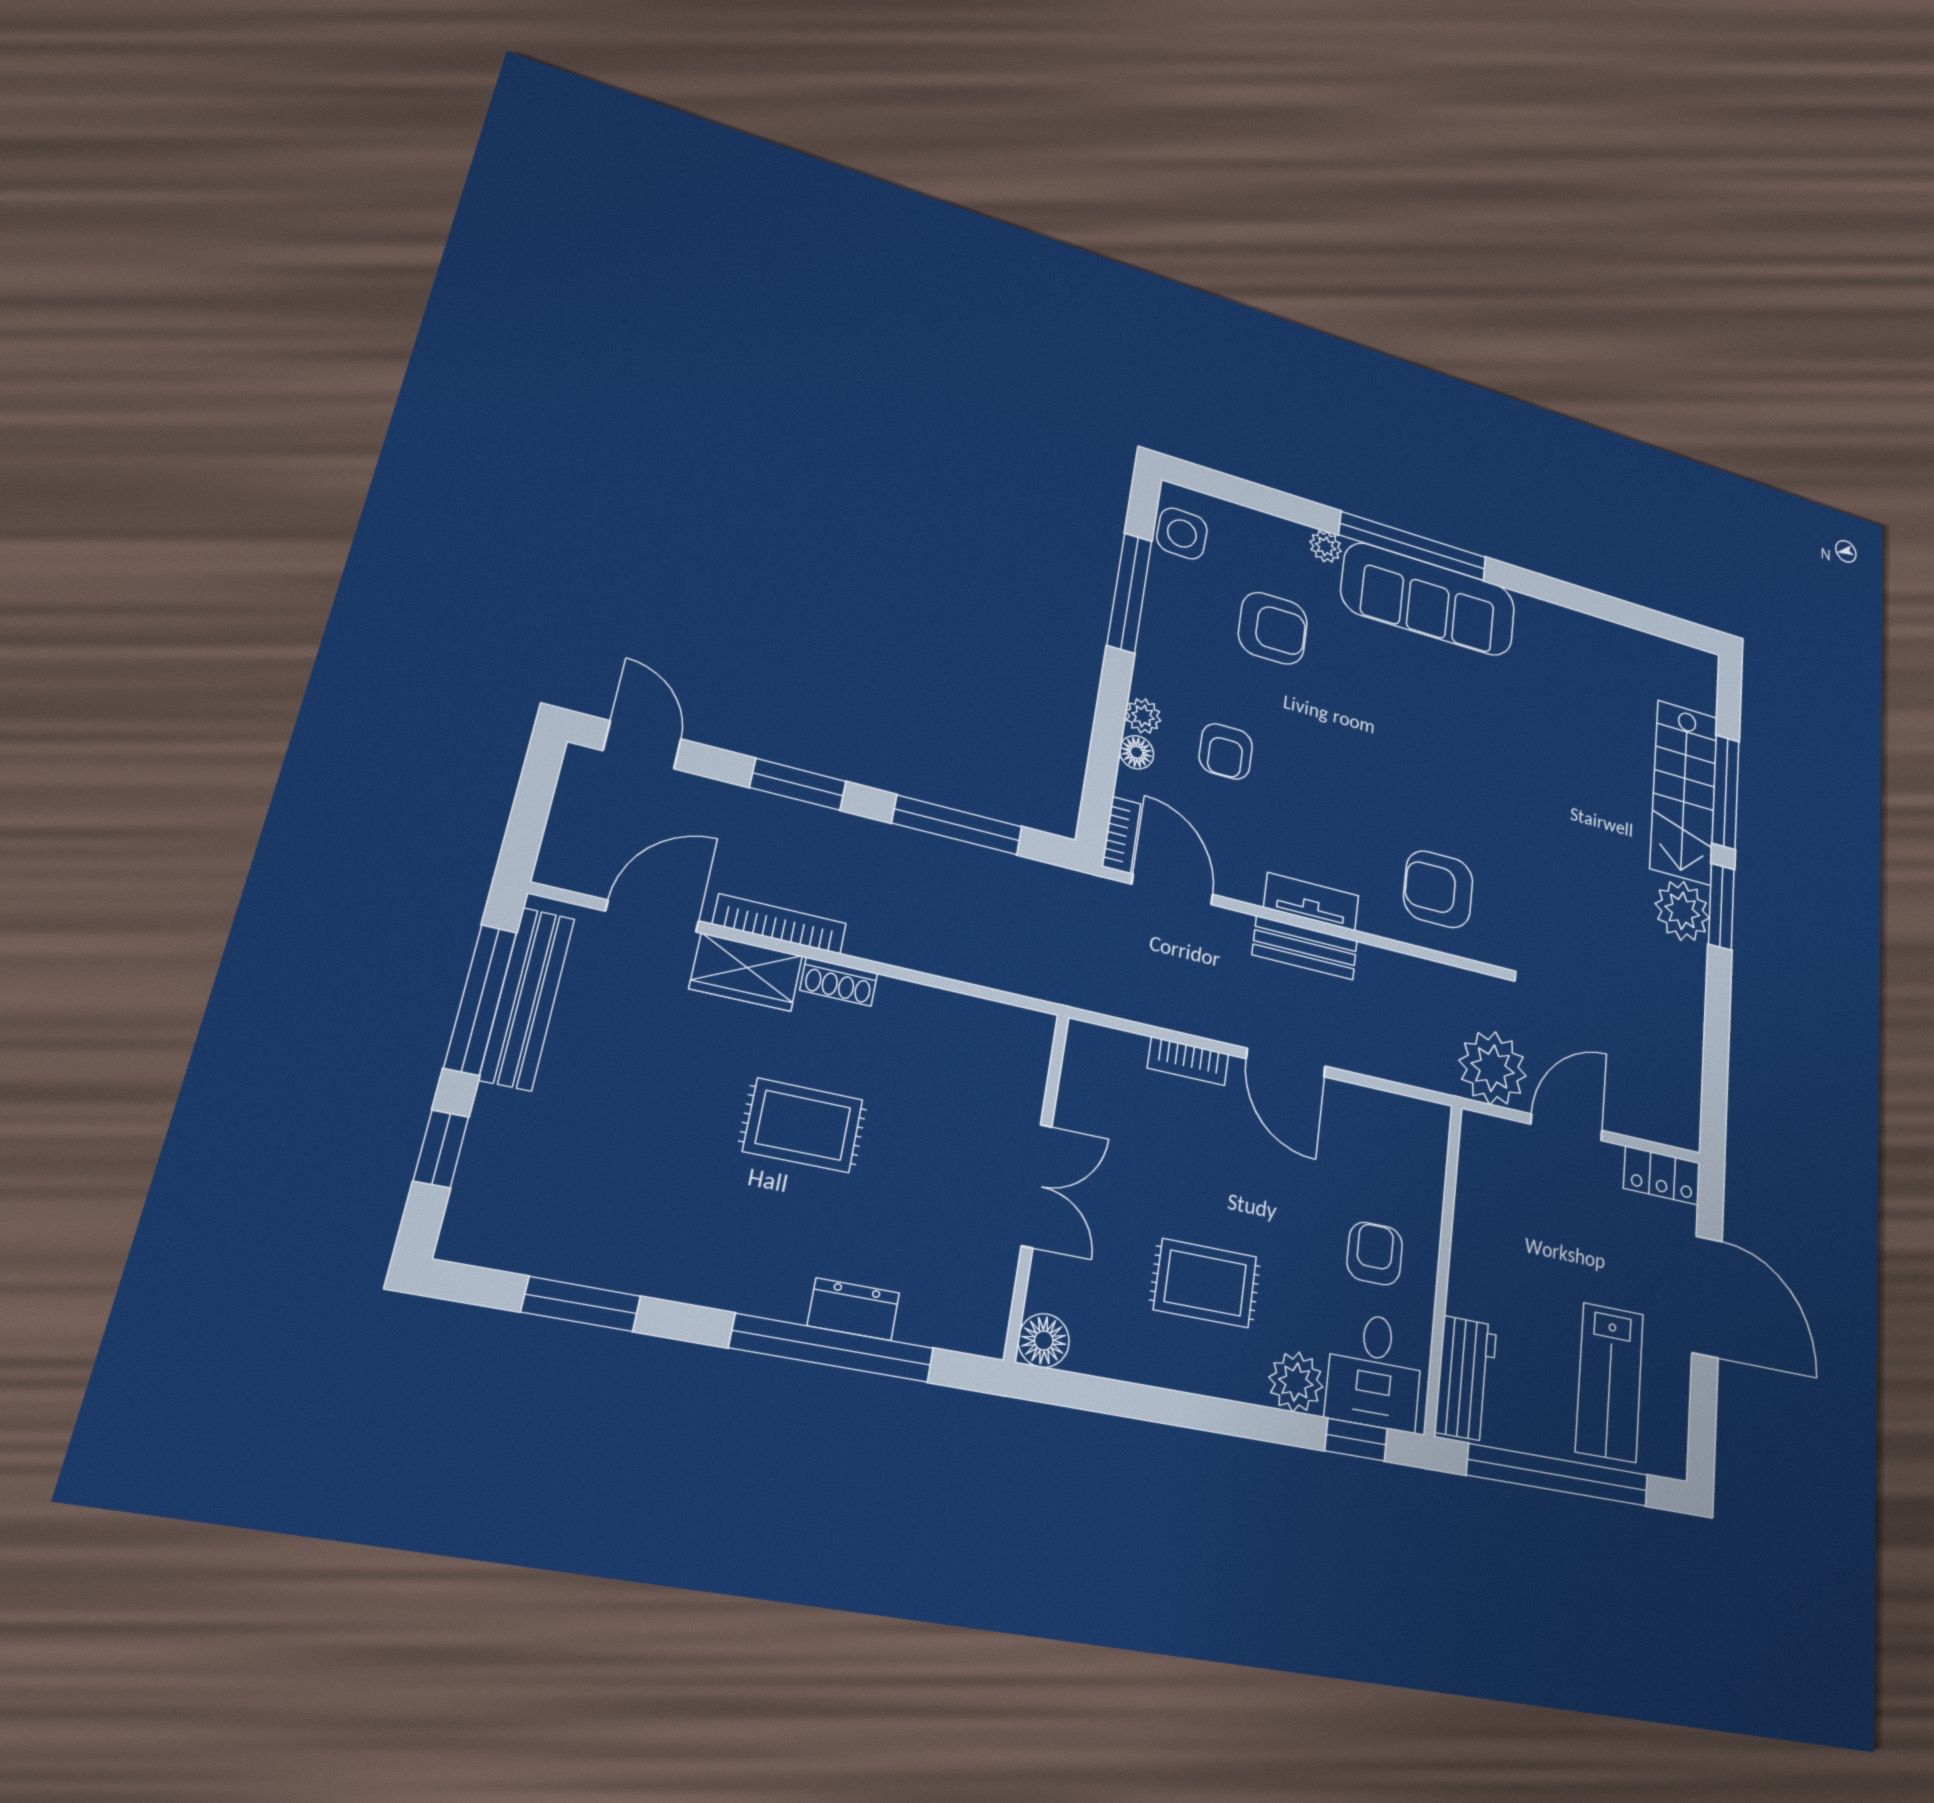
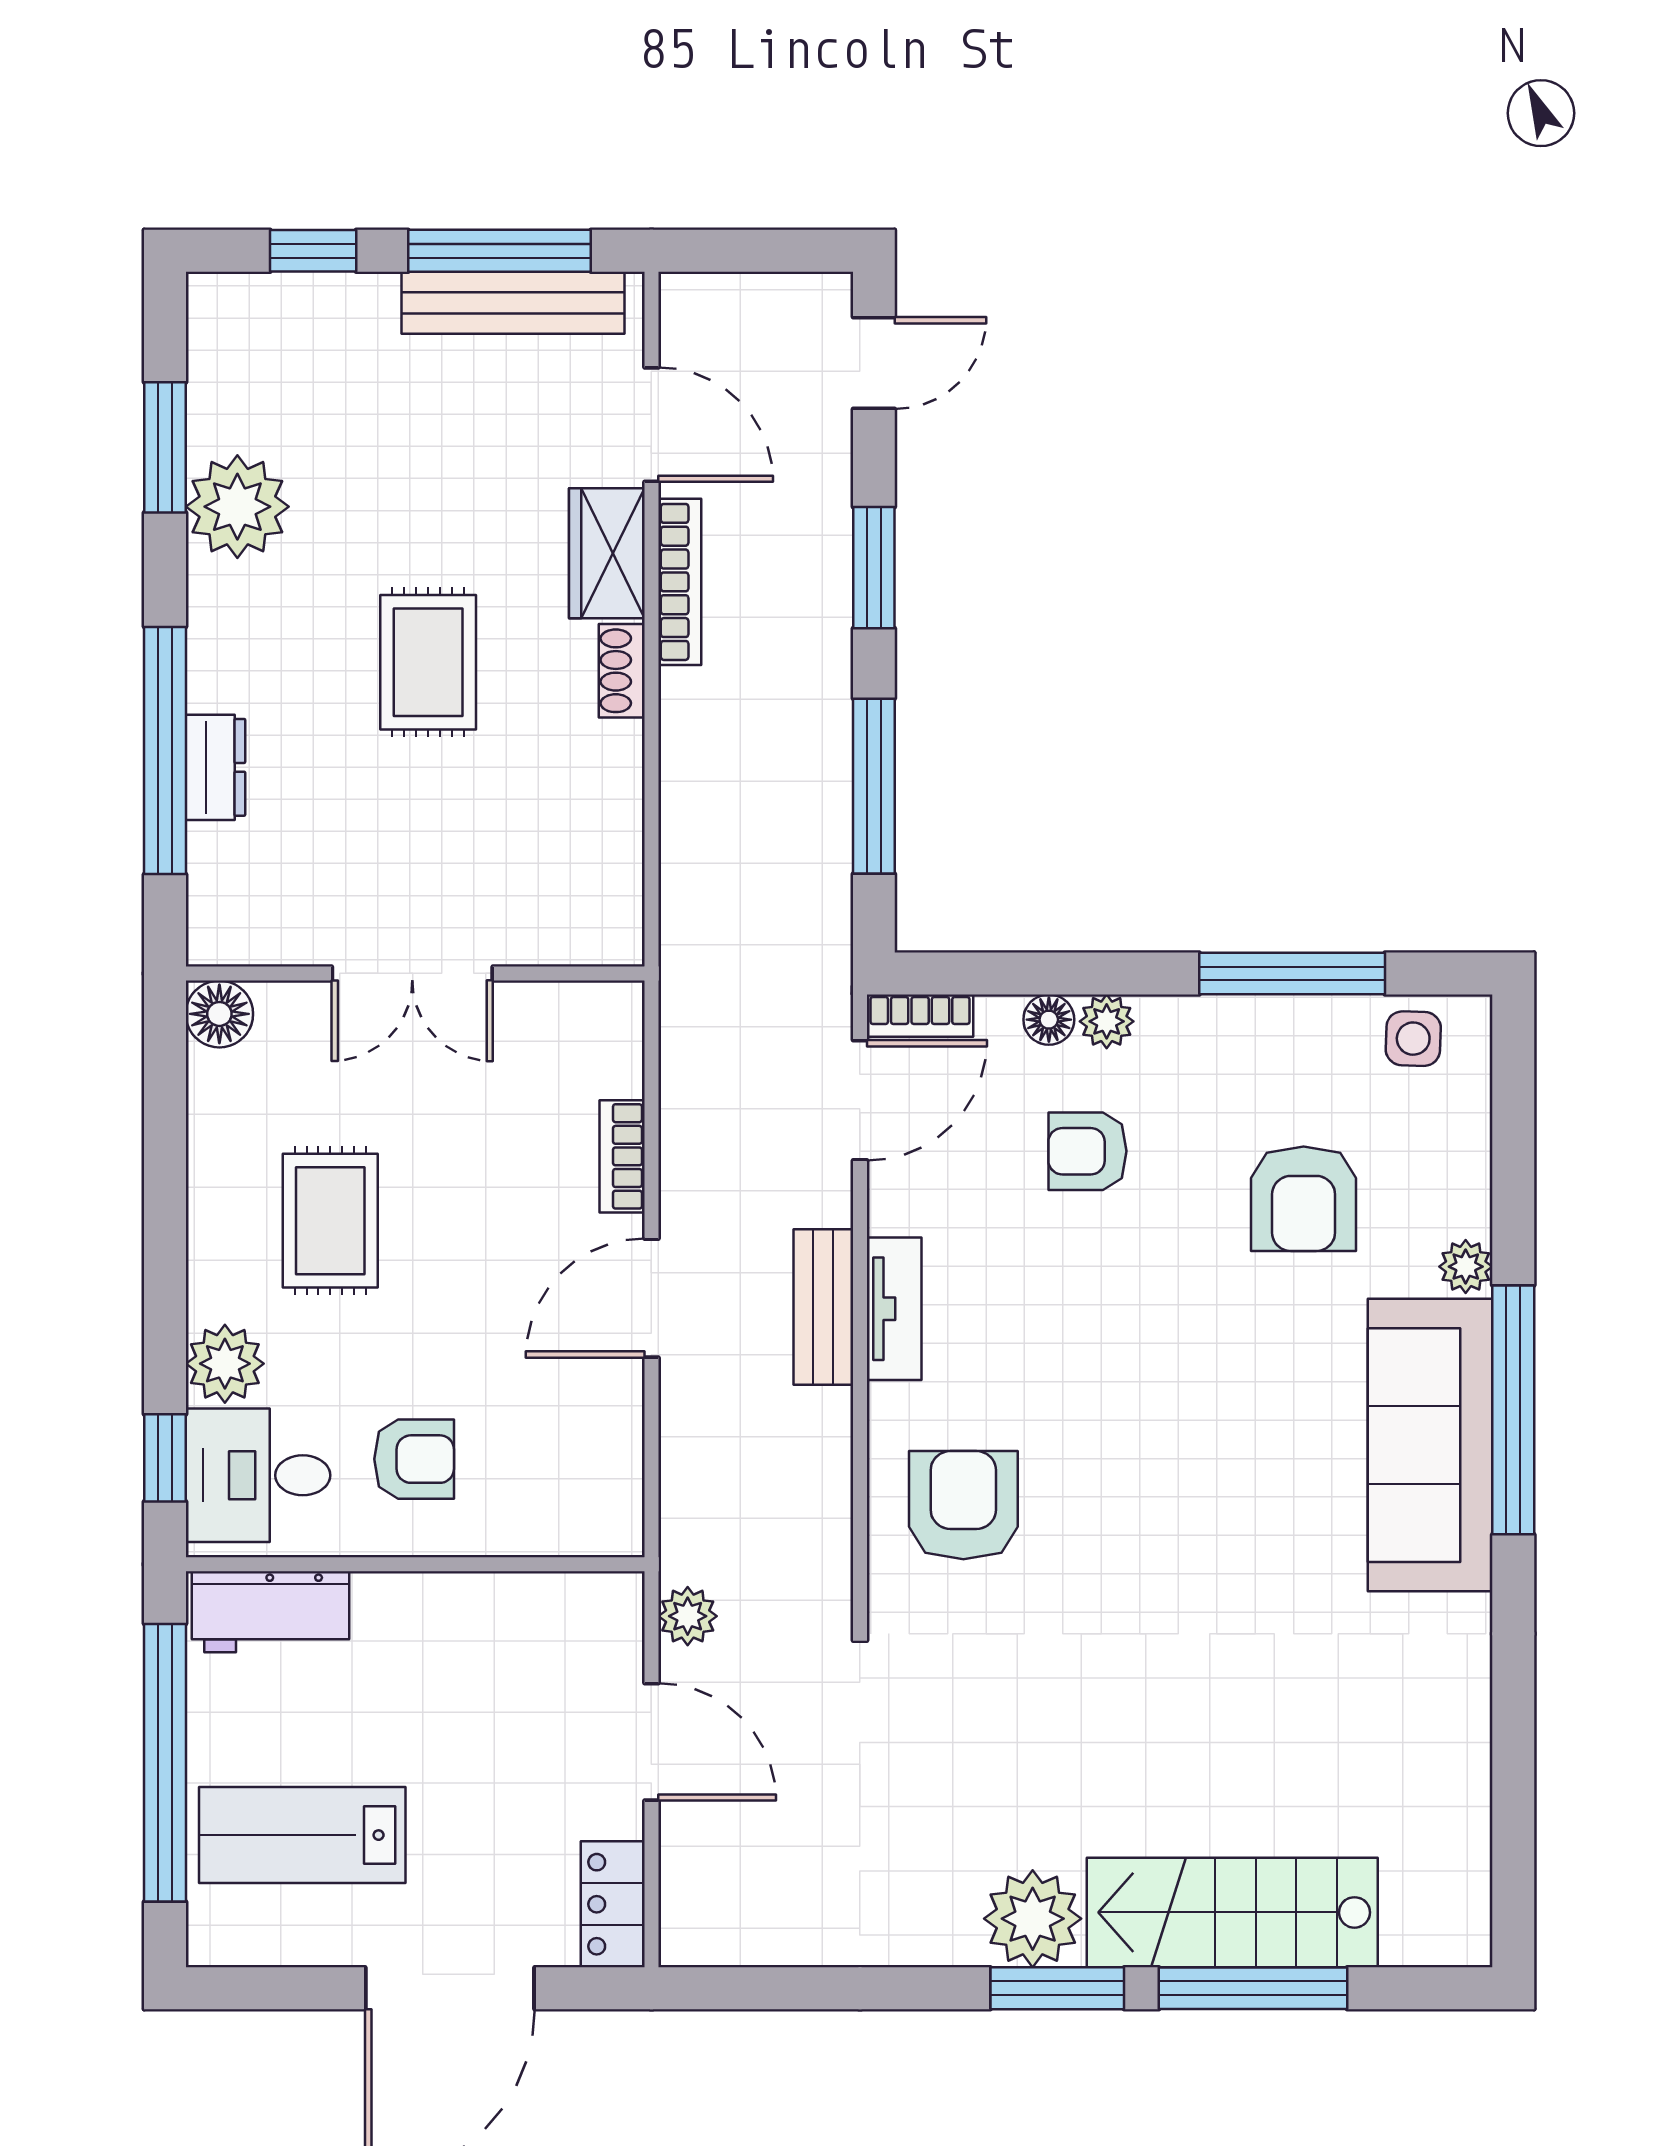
side table: (1182, 533) -> (1413, 1039), width x0.73, depth x0.73
plant: (1493, 1068) -> (688, 1616), width x0.53, depth x0.53
plant: (645, 1253) -> (237, 507), added

